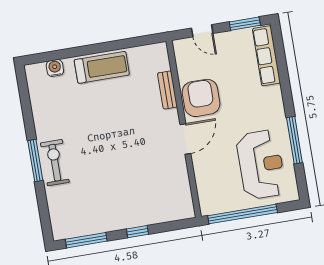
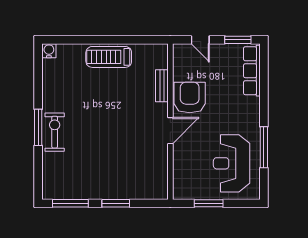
treadmill: (102, 67) -> (109, 57), turned 180
water cooler: (55, 68) -> (49, 51), moved
reception desk: (261, 164) -> (232, 163), turned 180
window: (243, 214) -> (209, 203), width x0.47
window: (137, 232) -> (116, 203), width x1.50

